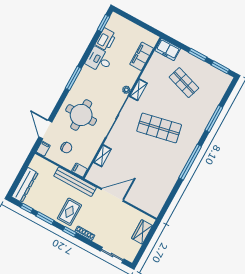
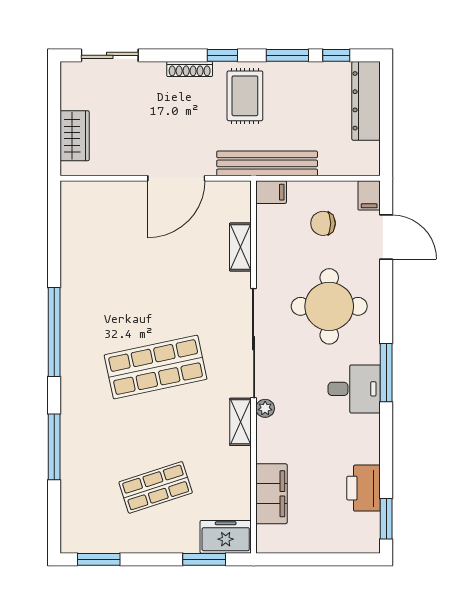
window: (198, 55) -> (204, 559), moved
desk: (99, 60) -> (354, 389), moved
shop shelf: (184, 83) -> (156, 487), turned -36

